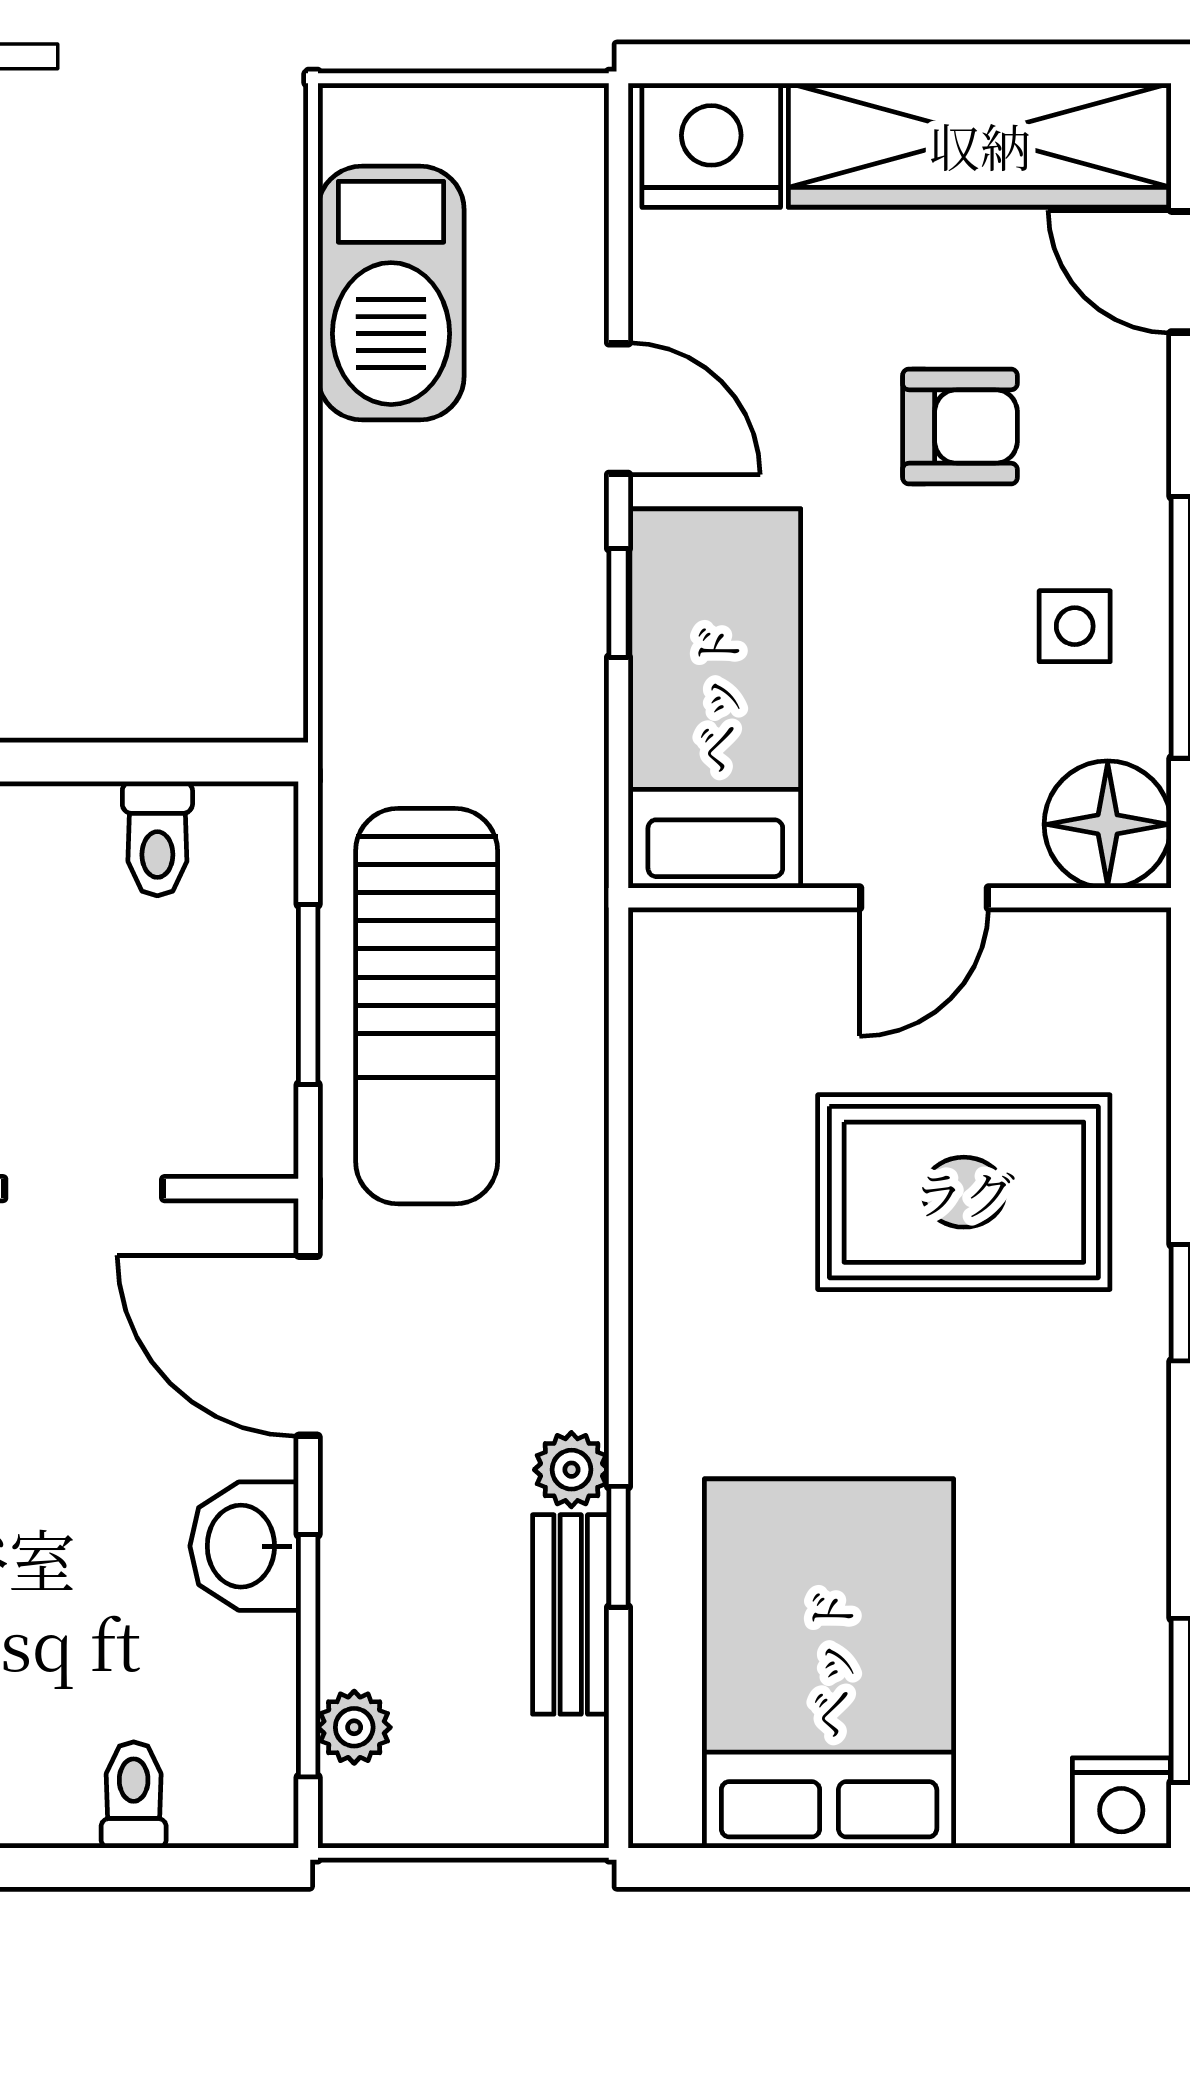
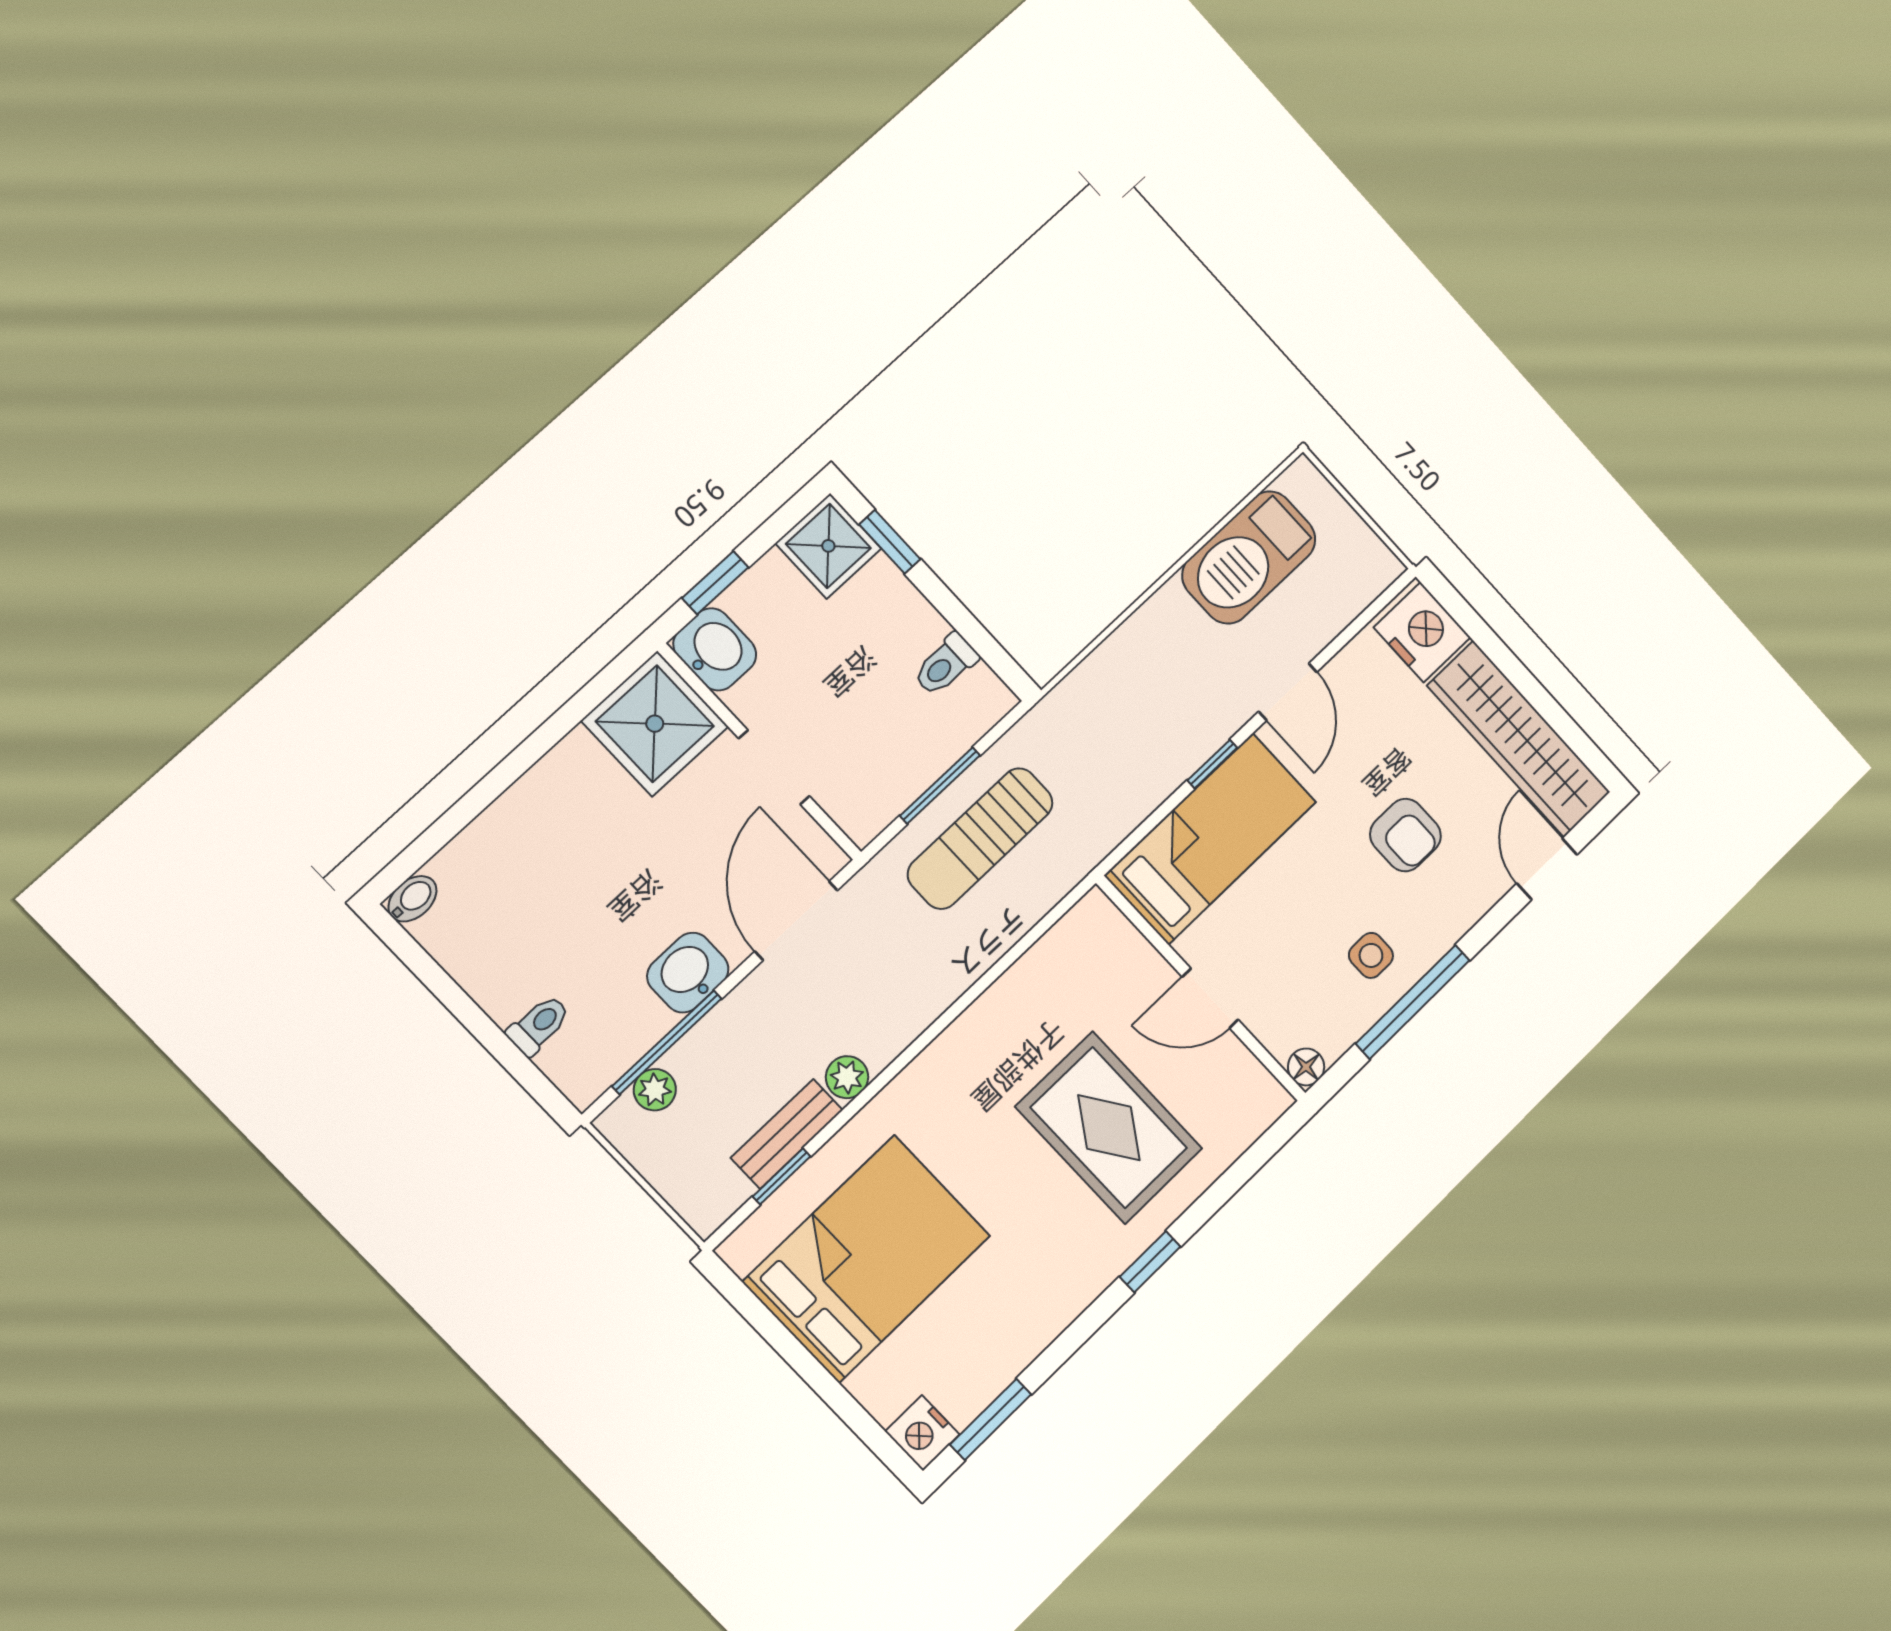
floor lamp: (1108, 824) -> (1306, 1067), width x0.53, depth x0.53
sun lounger: (427, 1006) -> (980, 838), width x0.73, depth x0.75
window: (618, 1547) -> (781, 1176), moved

